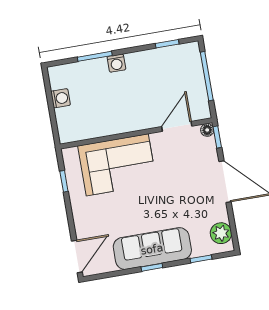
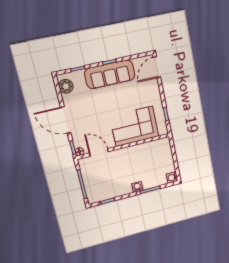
washing machine: (61, 98) -> (172, 177), moved
door: (177, 126) -> (99, 152), swing flipped

